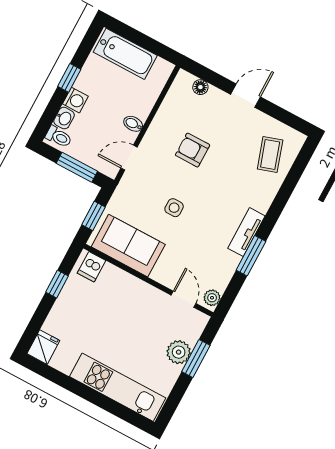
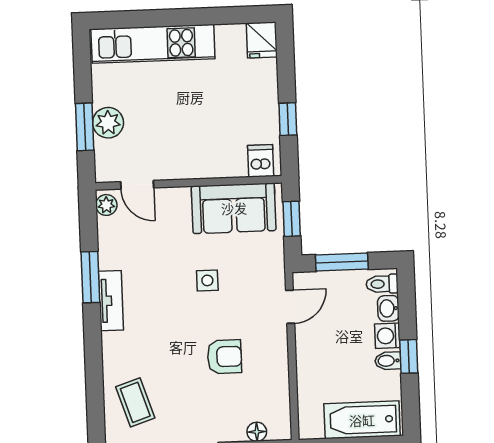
bidet: (133, 124) -> (388, 361), moved, turned 180

